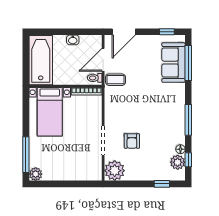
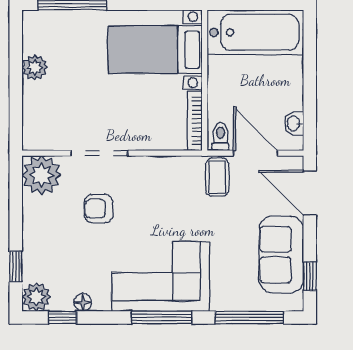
washbasin: (73, 40) -> (294, 123), moved
sofa: (174, 63) -> (281, 255), moved, turned -90
corner sofa: (167, 109) -> (161, 276), added
window: (188, 120) -> (162, 317), moved
plant: (178, 162) -> (36, 297), moved
plant: (36, 174) -> (35, 67), moved

